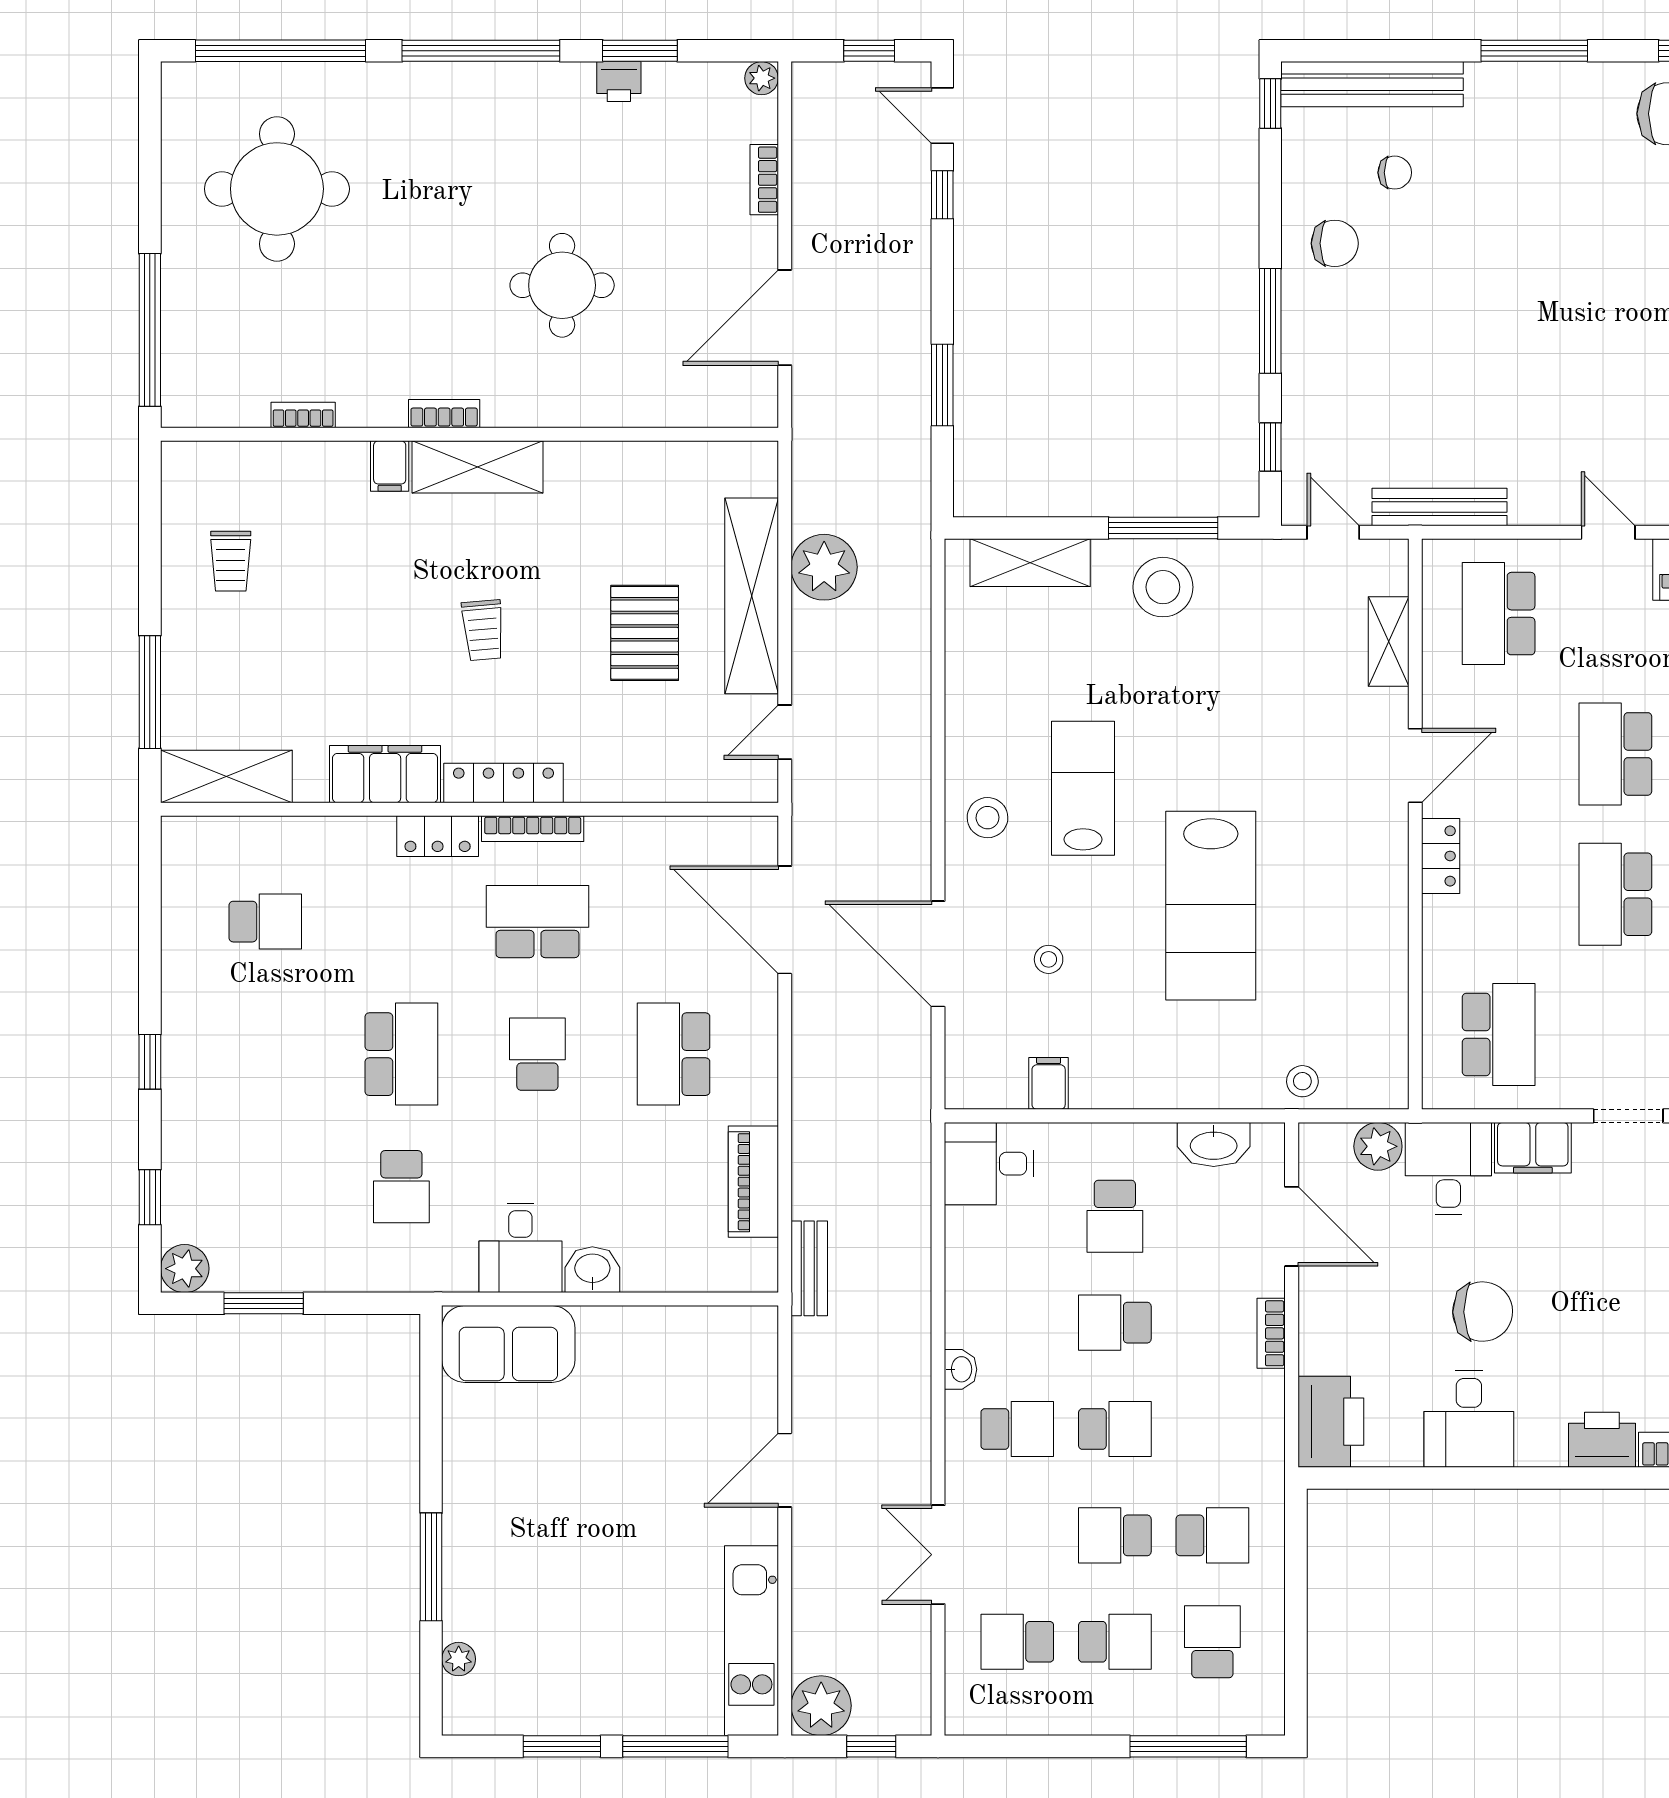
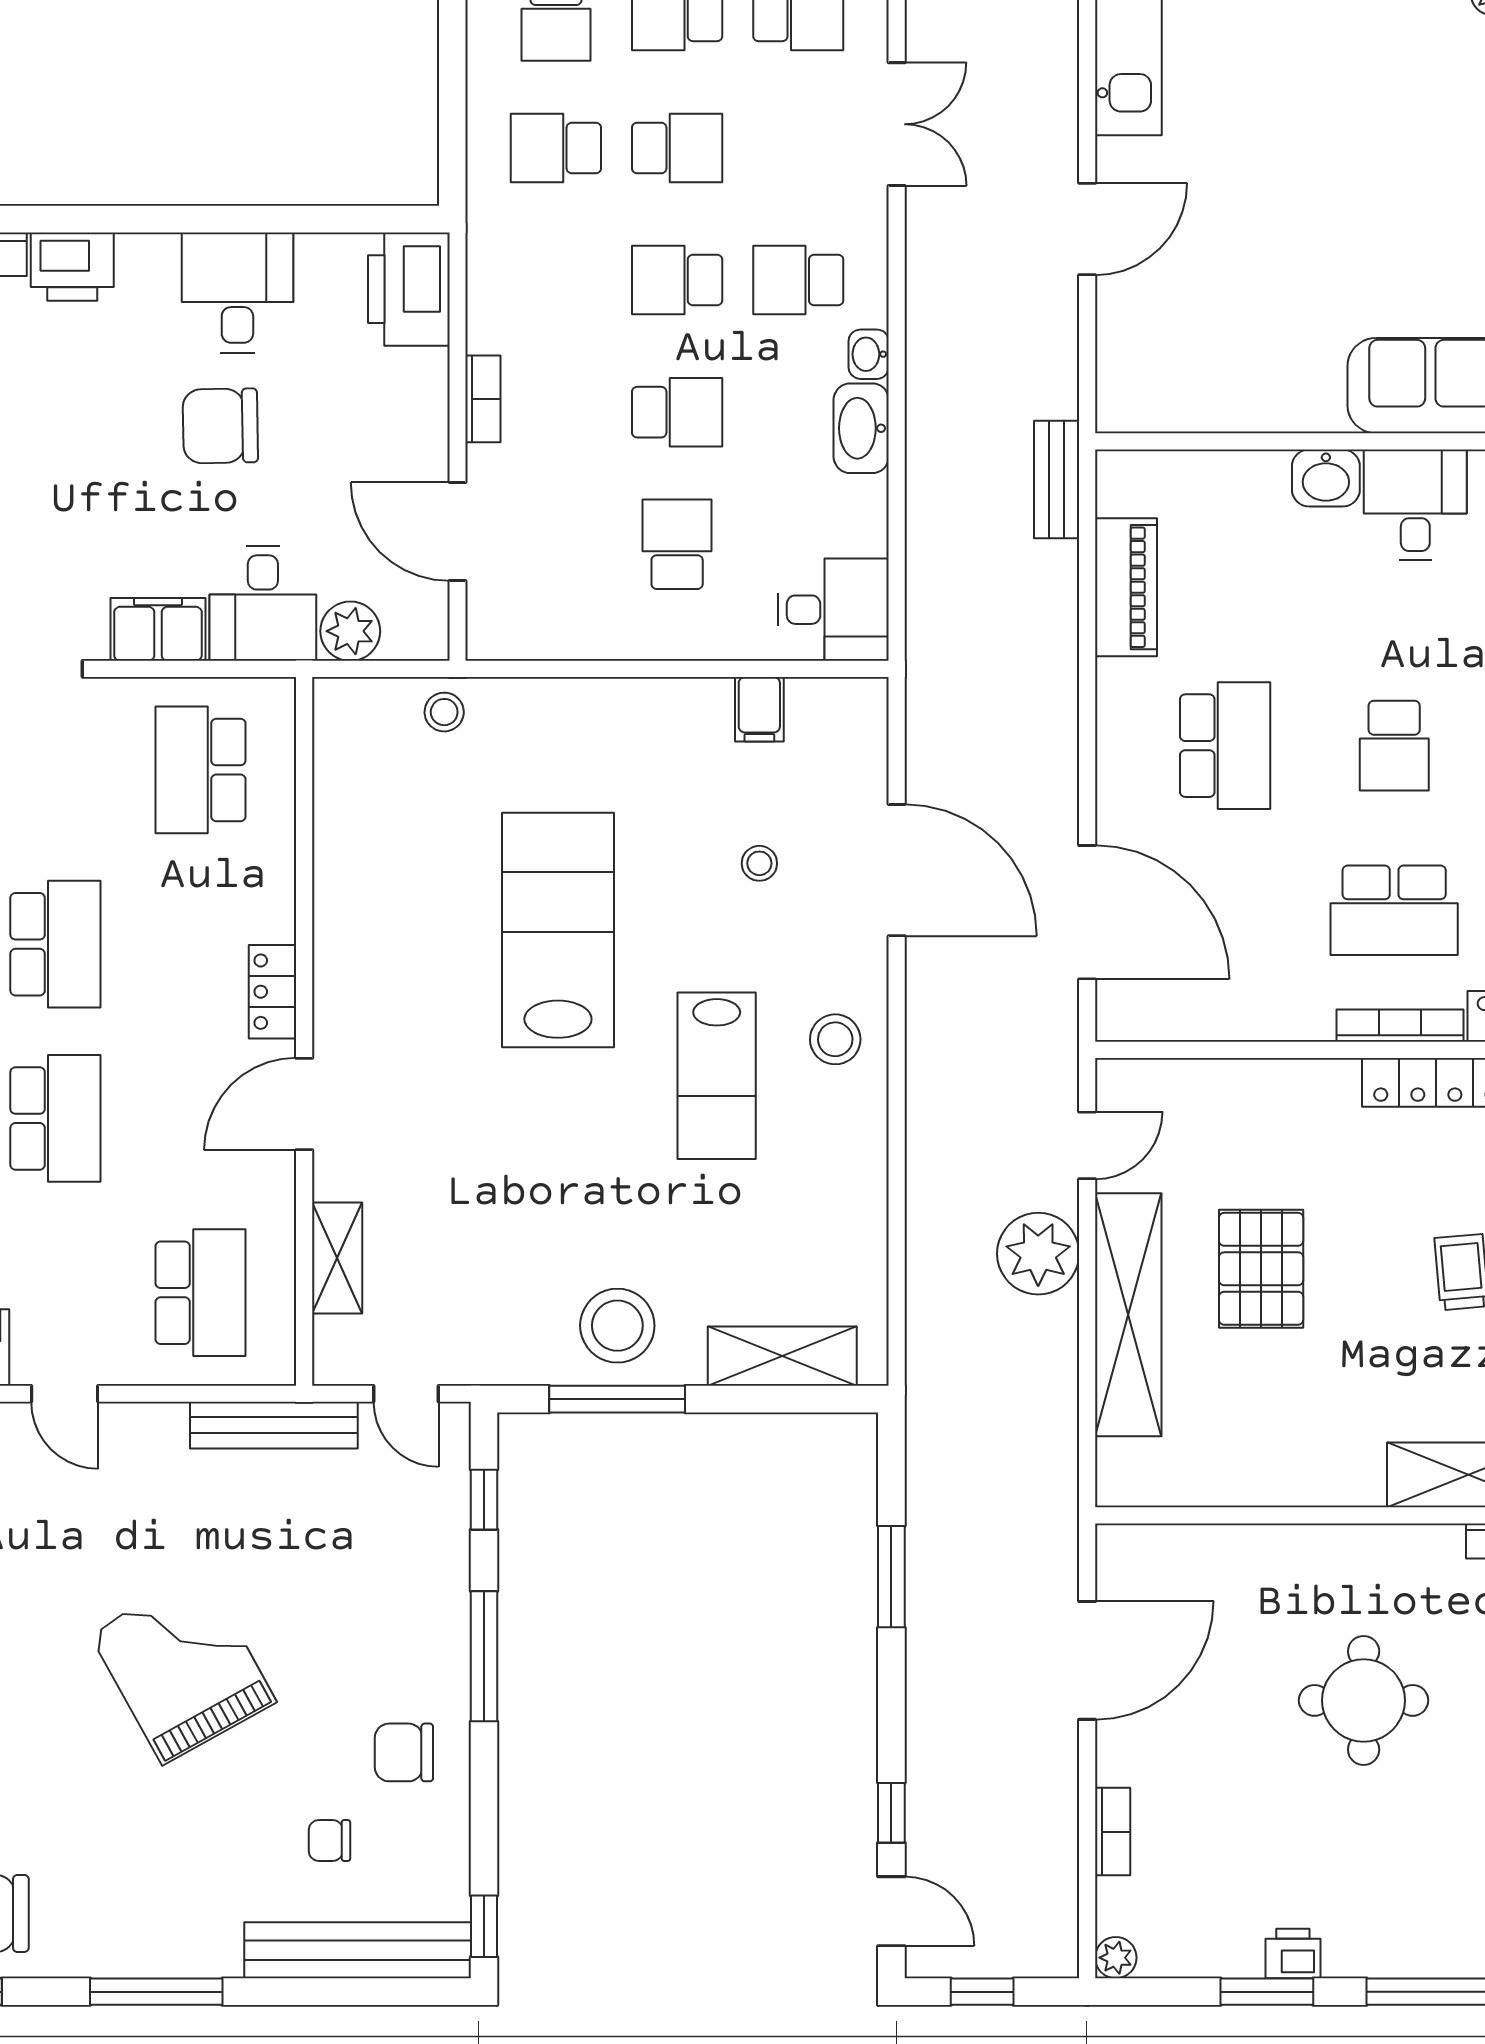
grand piano: (1513, 312) -> (183, 1668), added
plant: (824, 567) -> (1038, 1254), moved
washbasin: (1214, 1144) -> (861, 428), moved, turned -90

